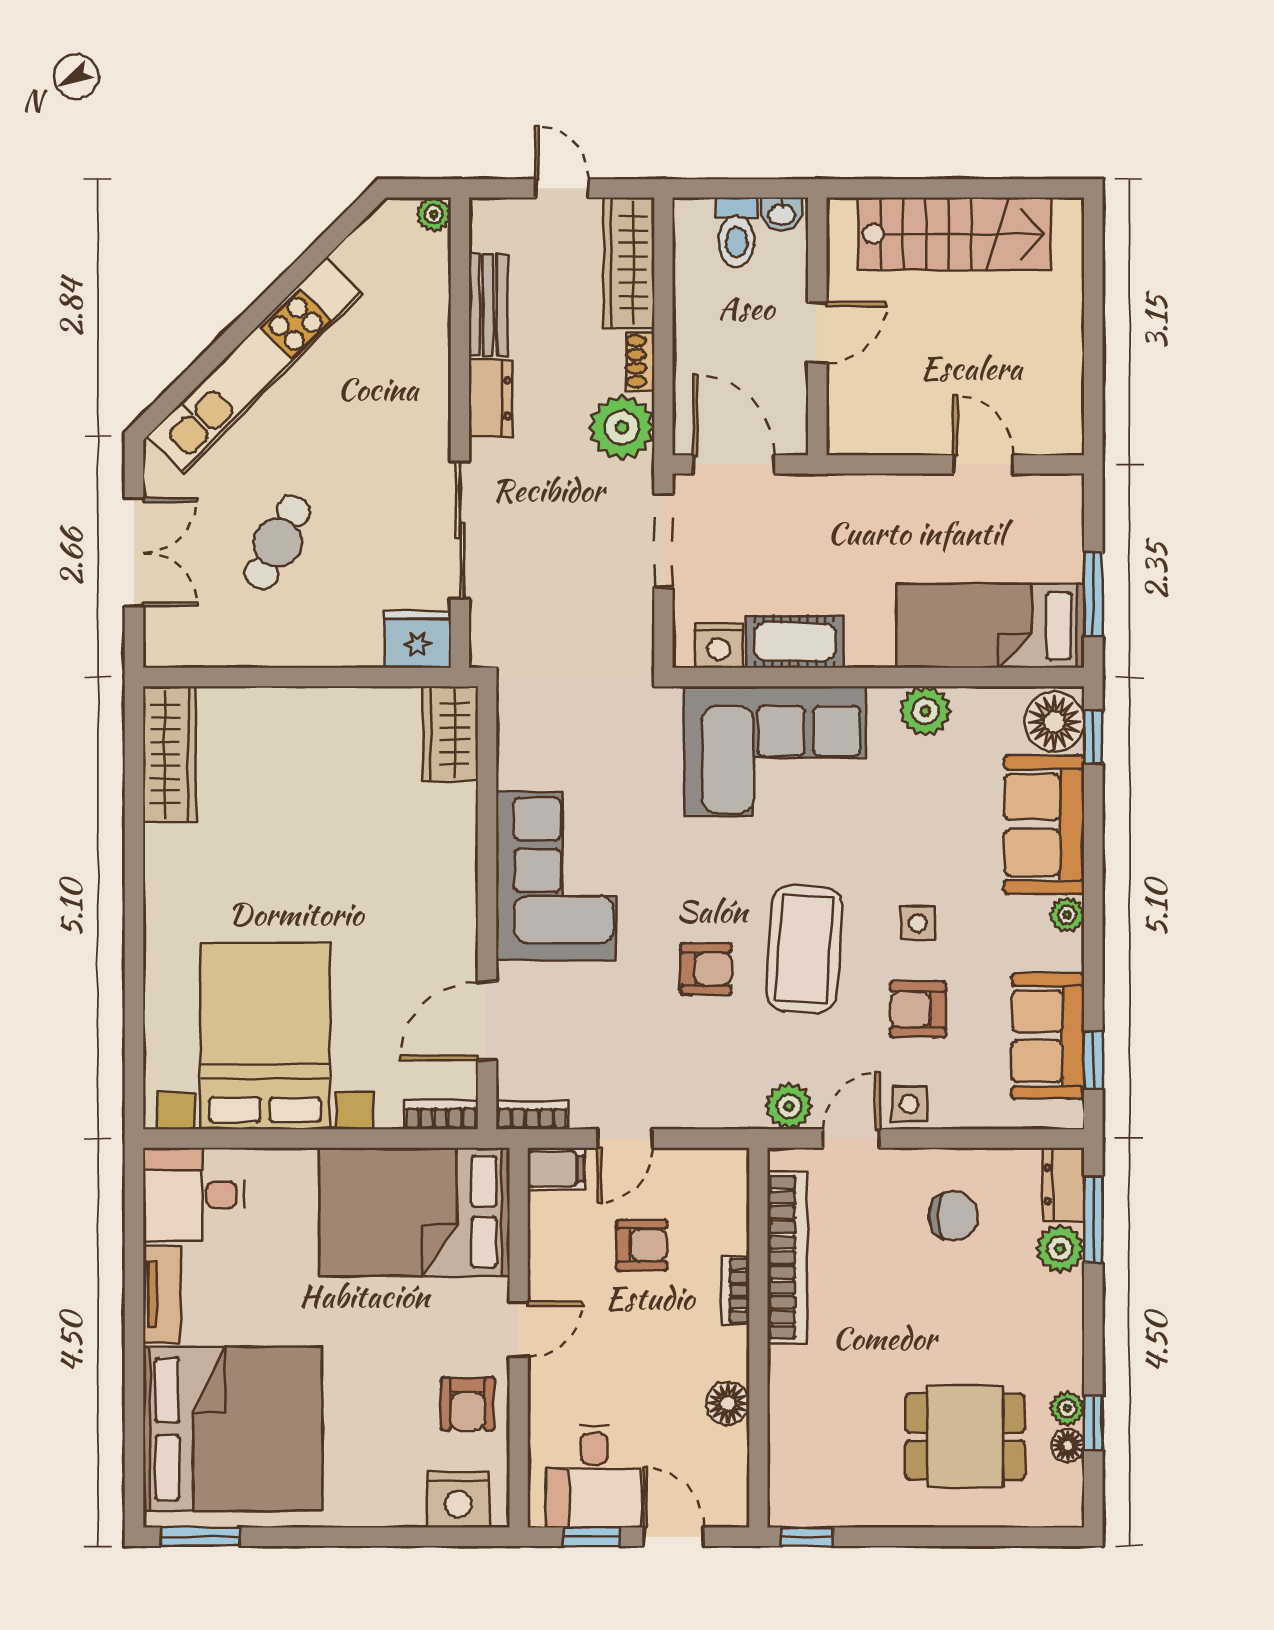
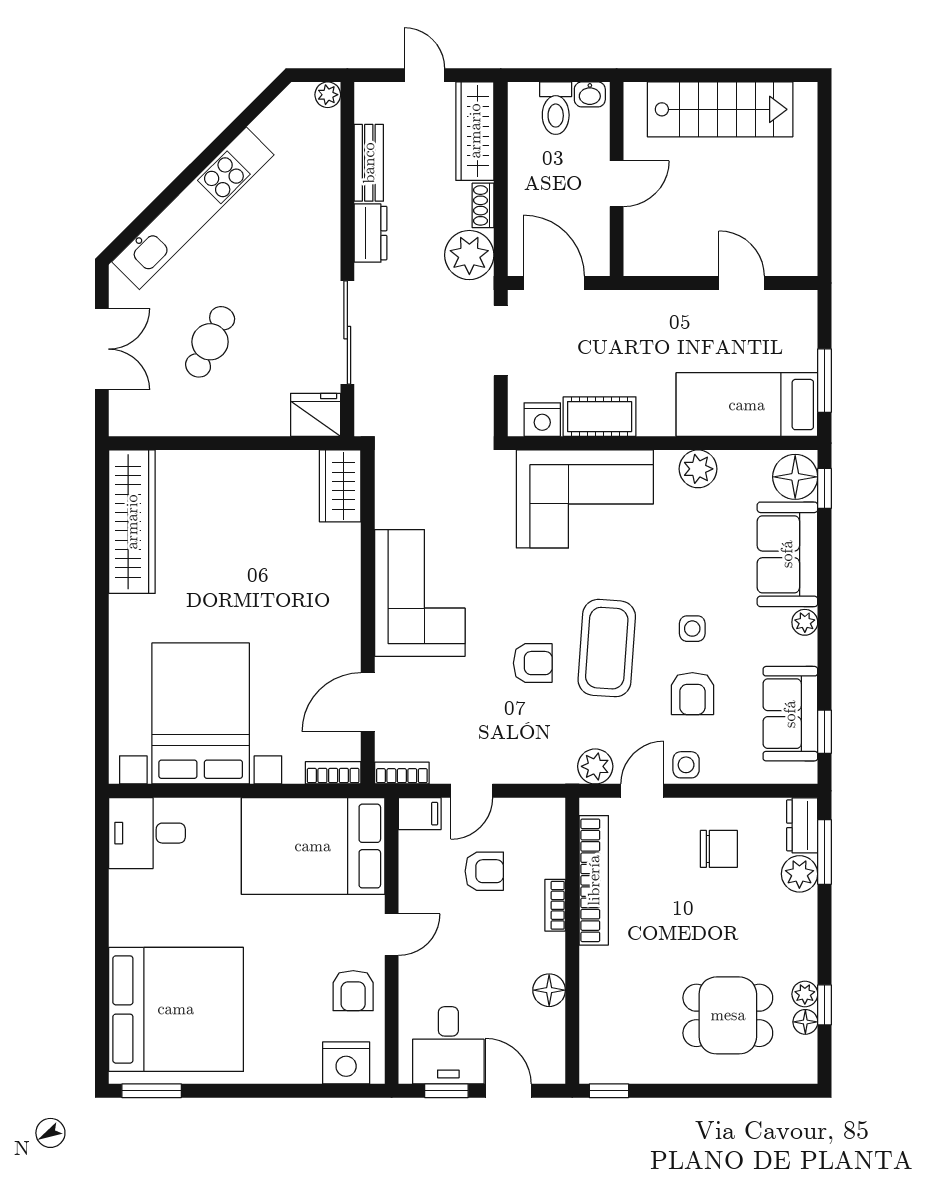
wardrobe: (169, 754) -> (132, 522), width x1.40, depth x1.17
armchair: (918, 1009) -> (692, 694), turned -90
tv unit: (162, 1294) -> (123, 908), removed

